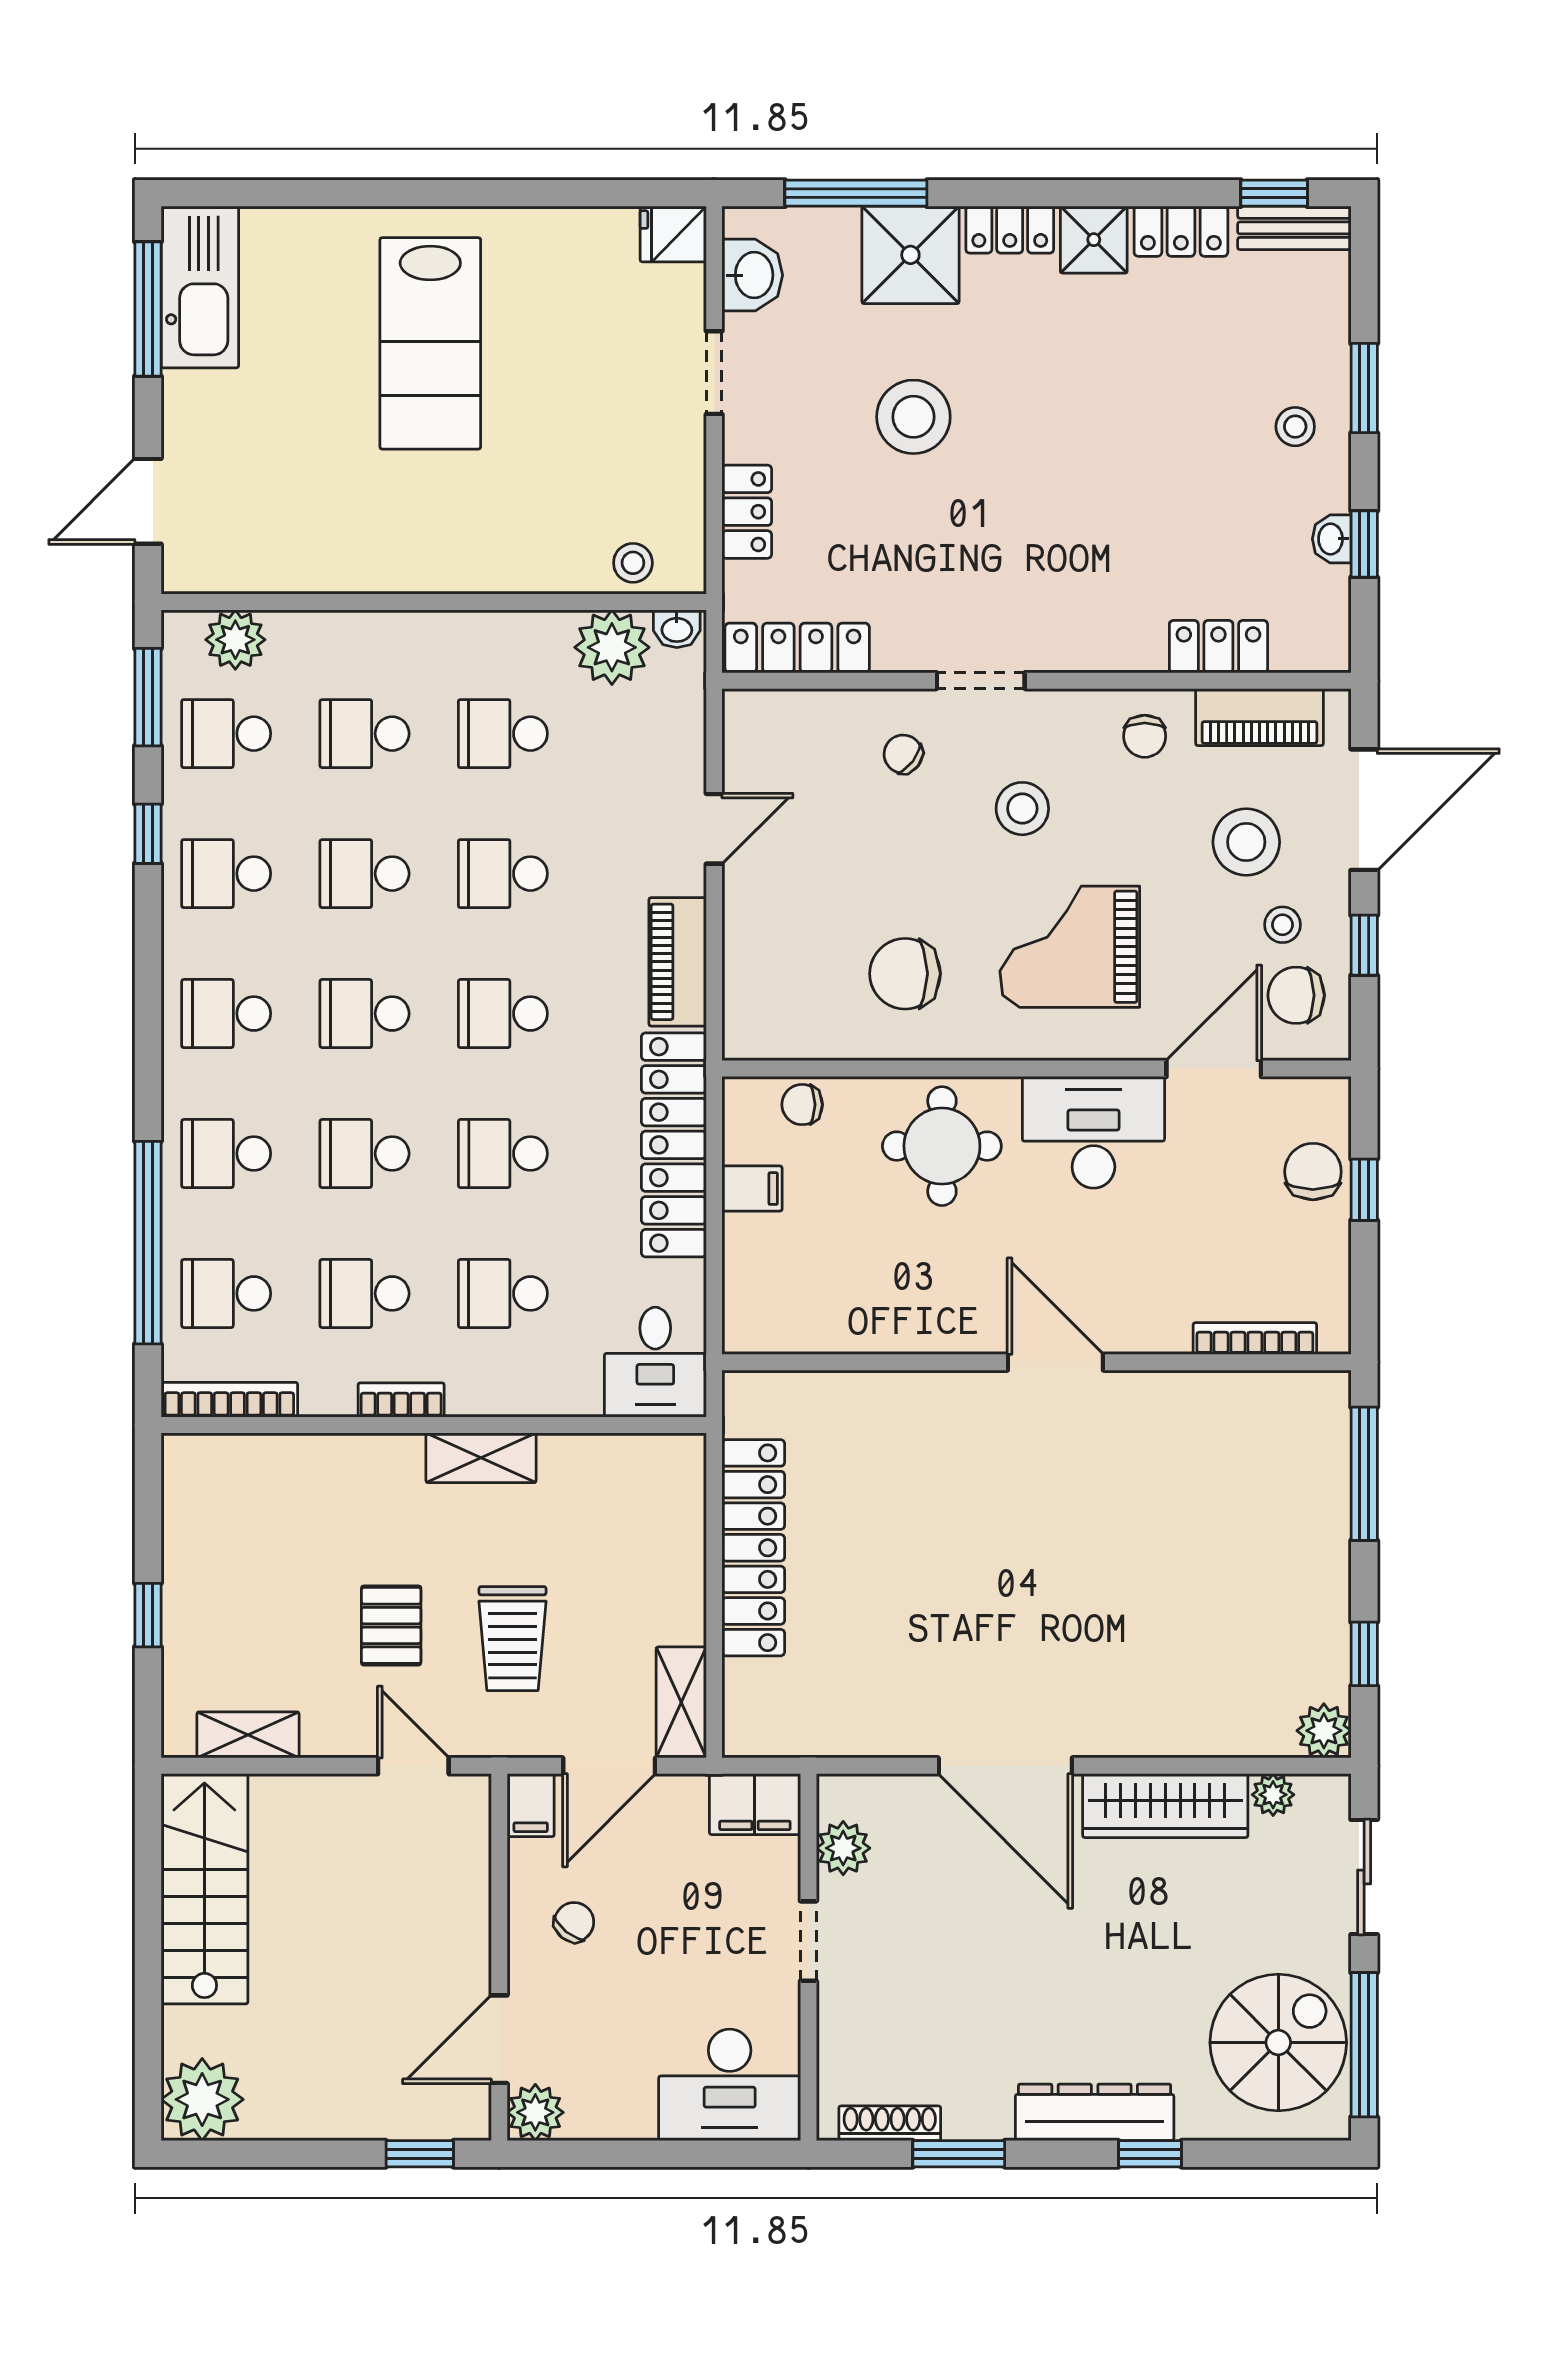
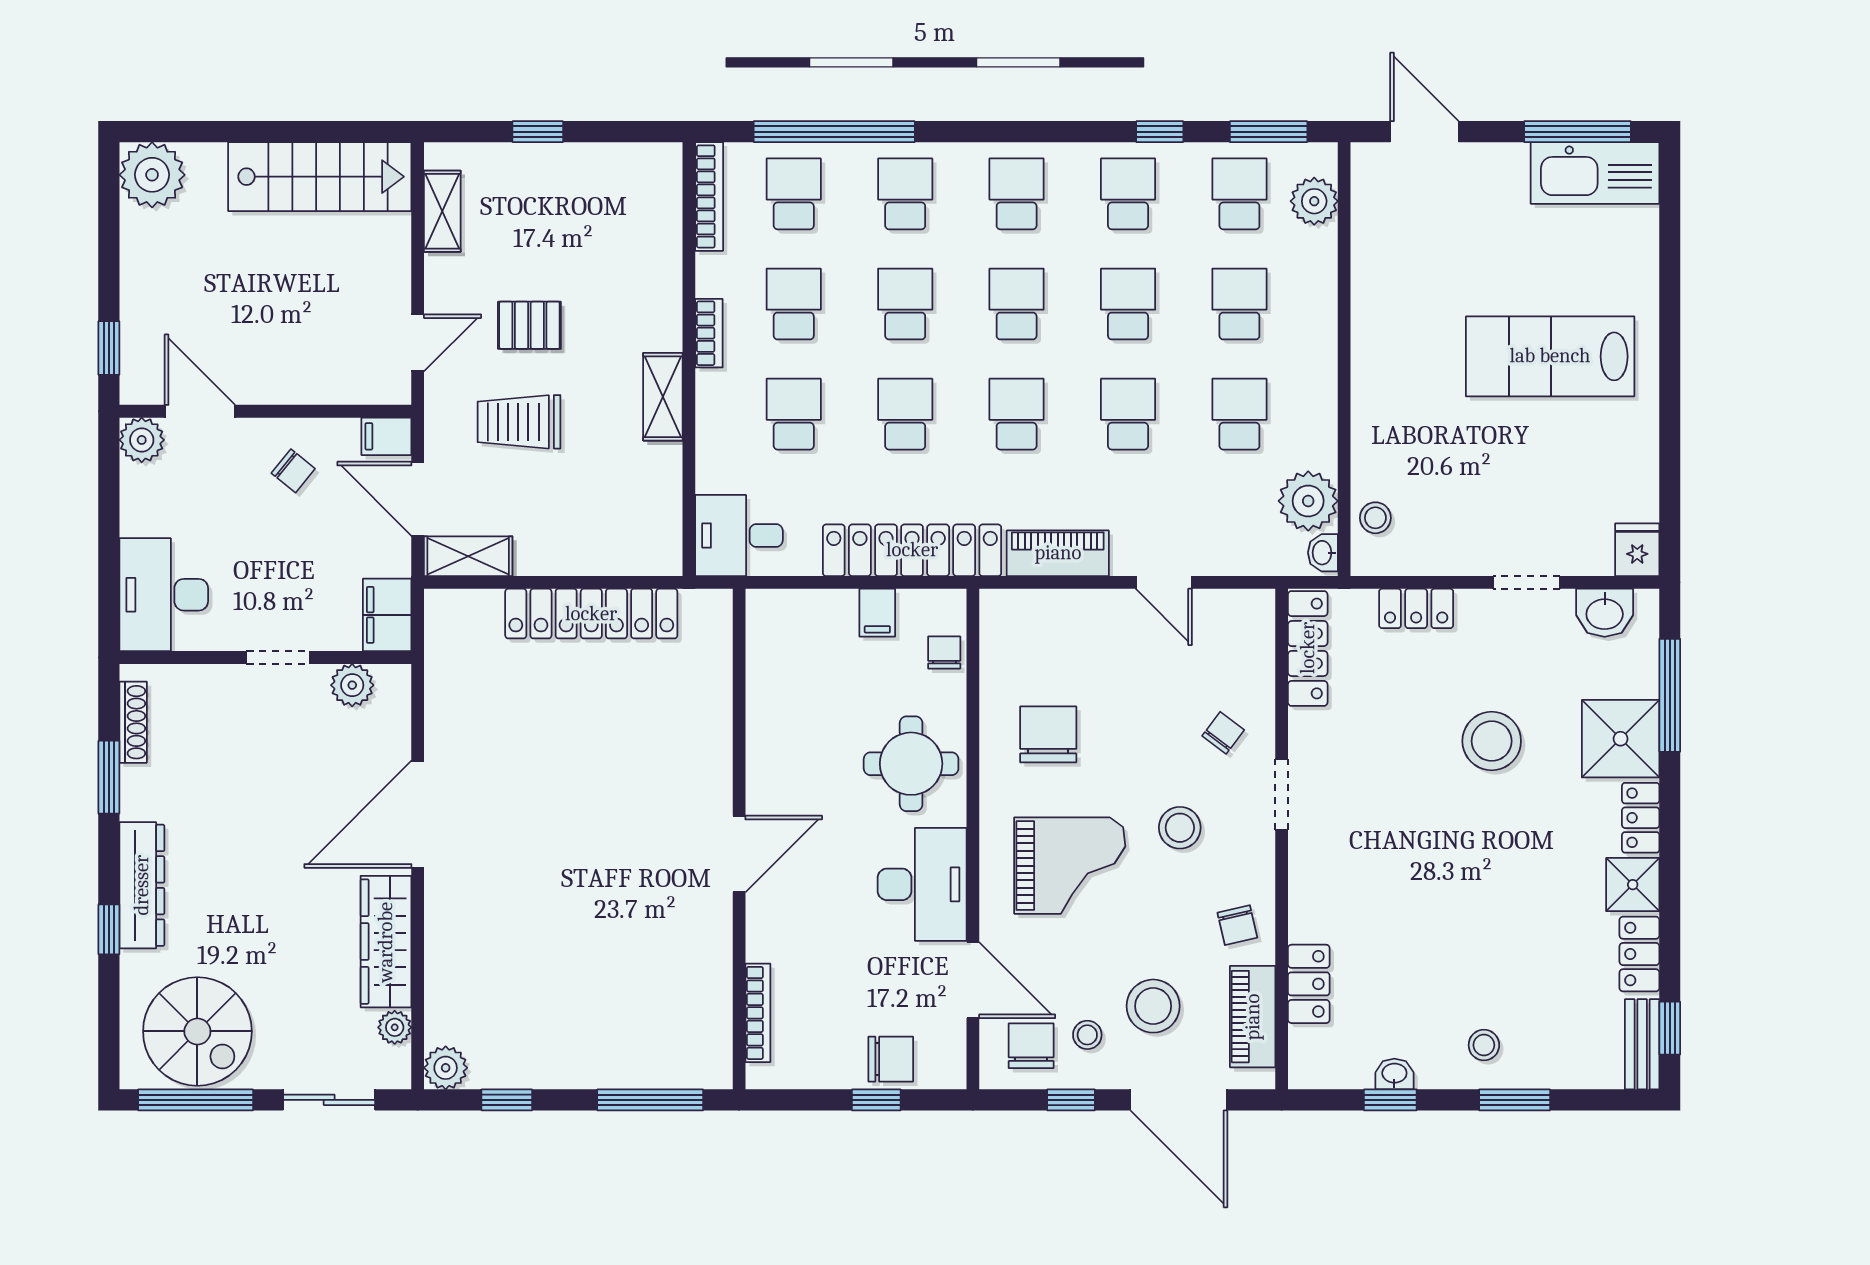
chair: (1145, 736) -> (1237, 925), turned -103
grand piano: (1070, 947) -> (1070, 866), turned 90

